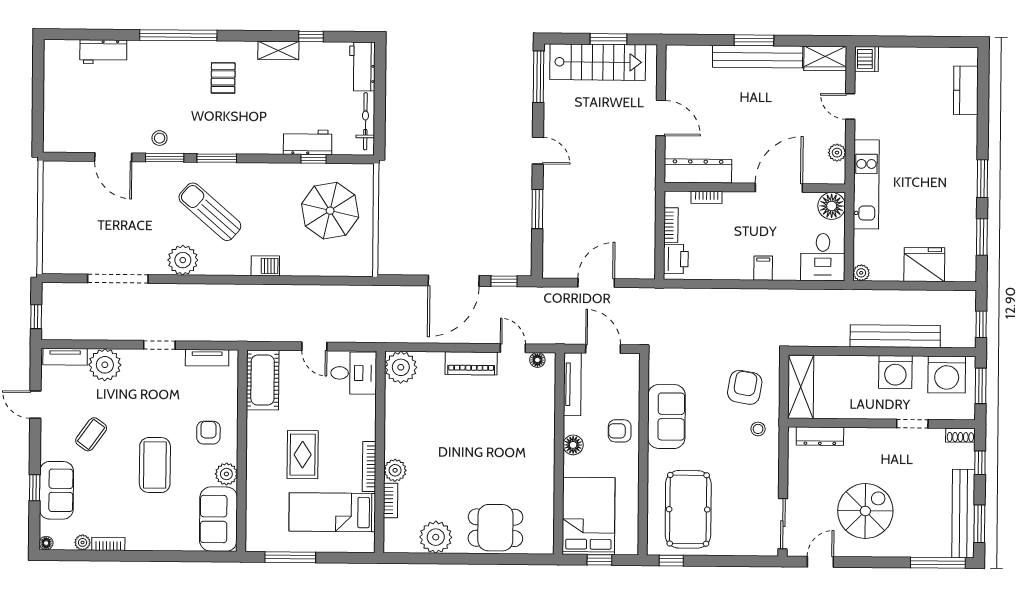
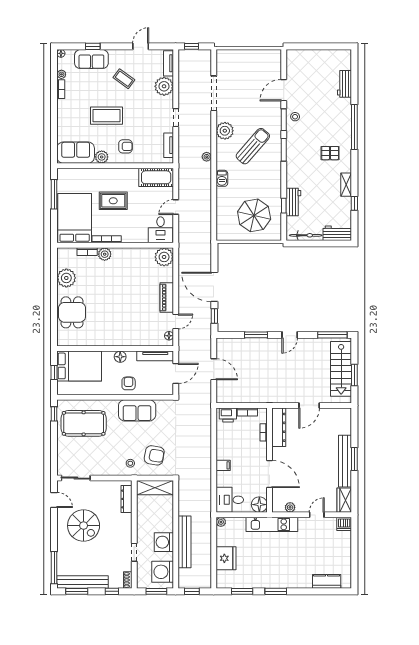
plant: (228, 292) -> (207, 157), added
bed: (332, 512) -> (75, 218), width x1.50

